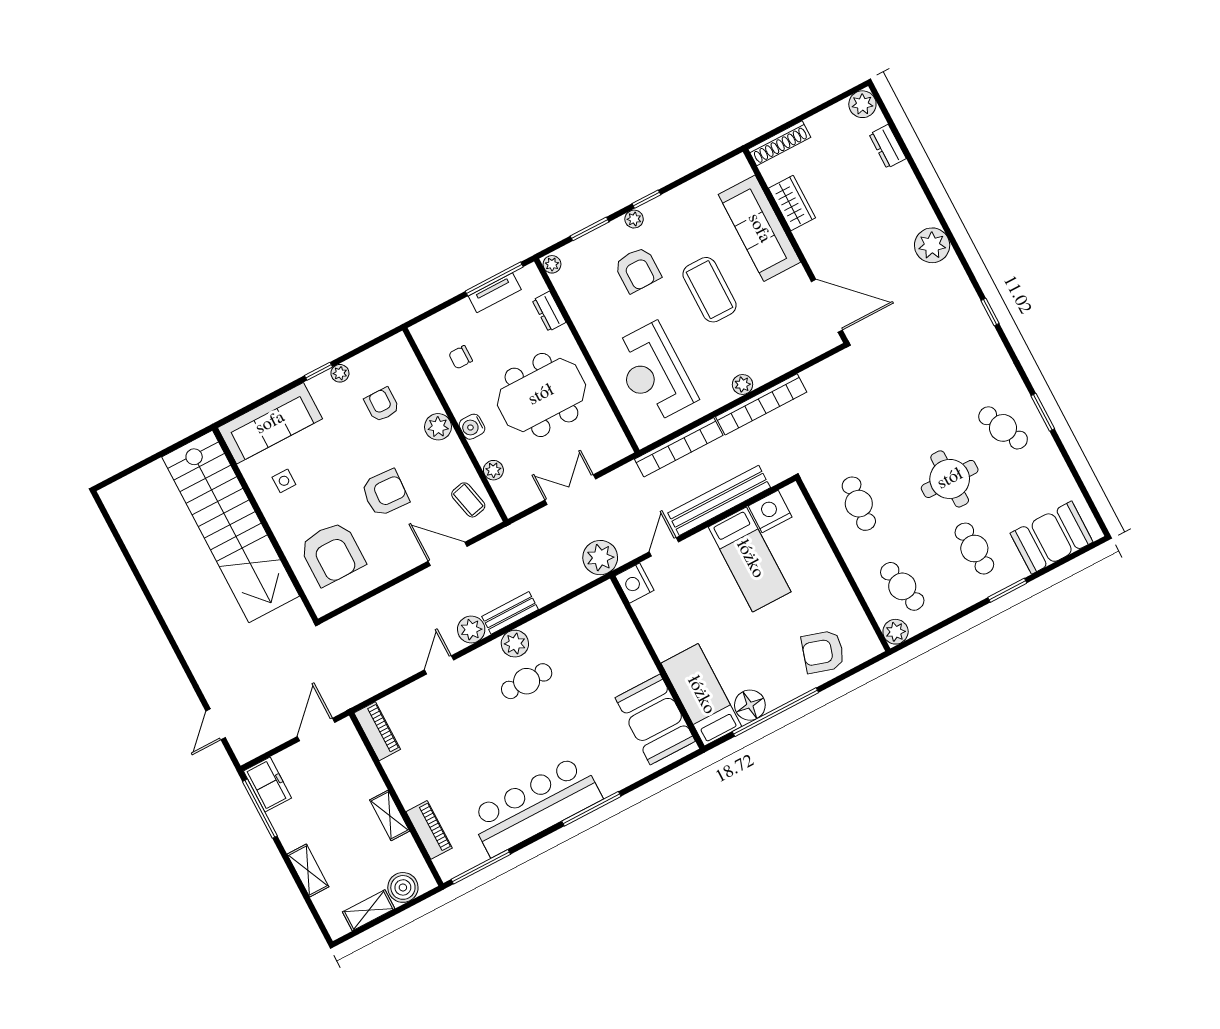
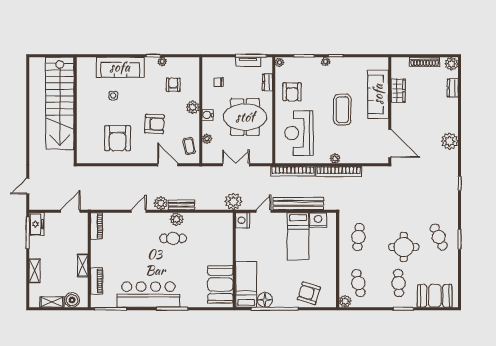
shoe rack: (779, 143) -> (425, 62), moved
armchair: (638, 270) -> (292, 92), moved
wall: (265, 524) -> (75, 110), moved
stairs: (231, 527) -> (60, 103), moved

